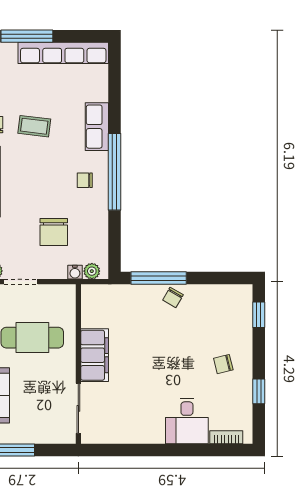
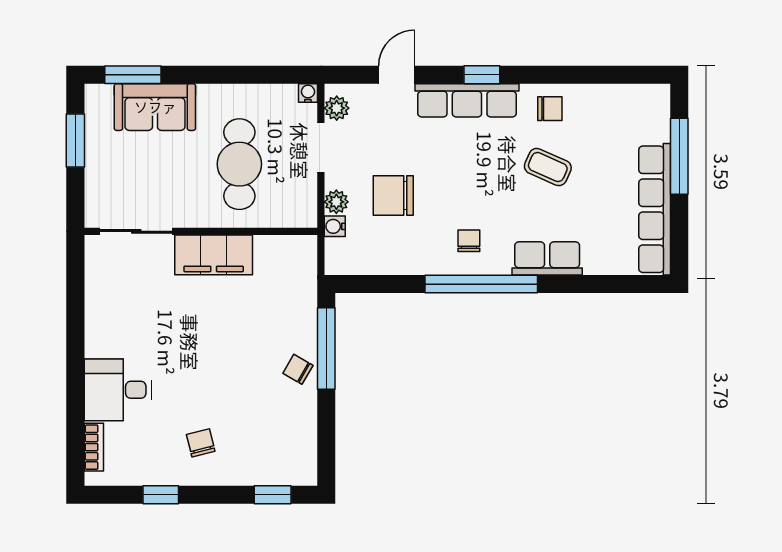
coffee table: (34, 126) -> (548, 167), turned -73
plant: (92, 271) -> (336, 202), moved

